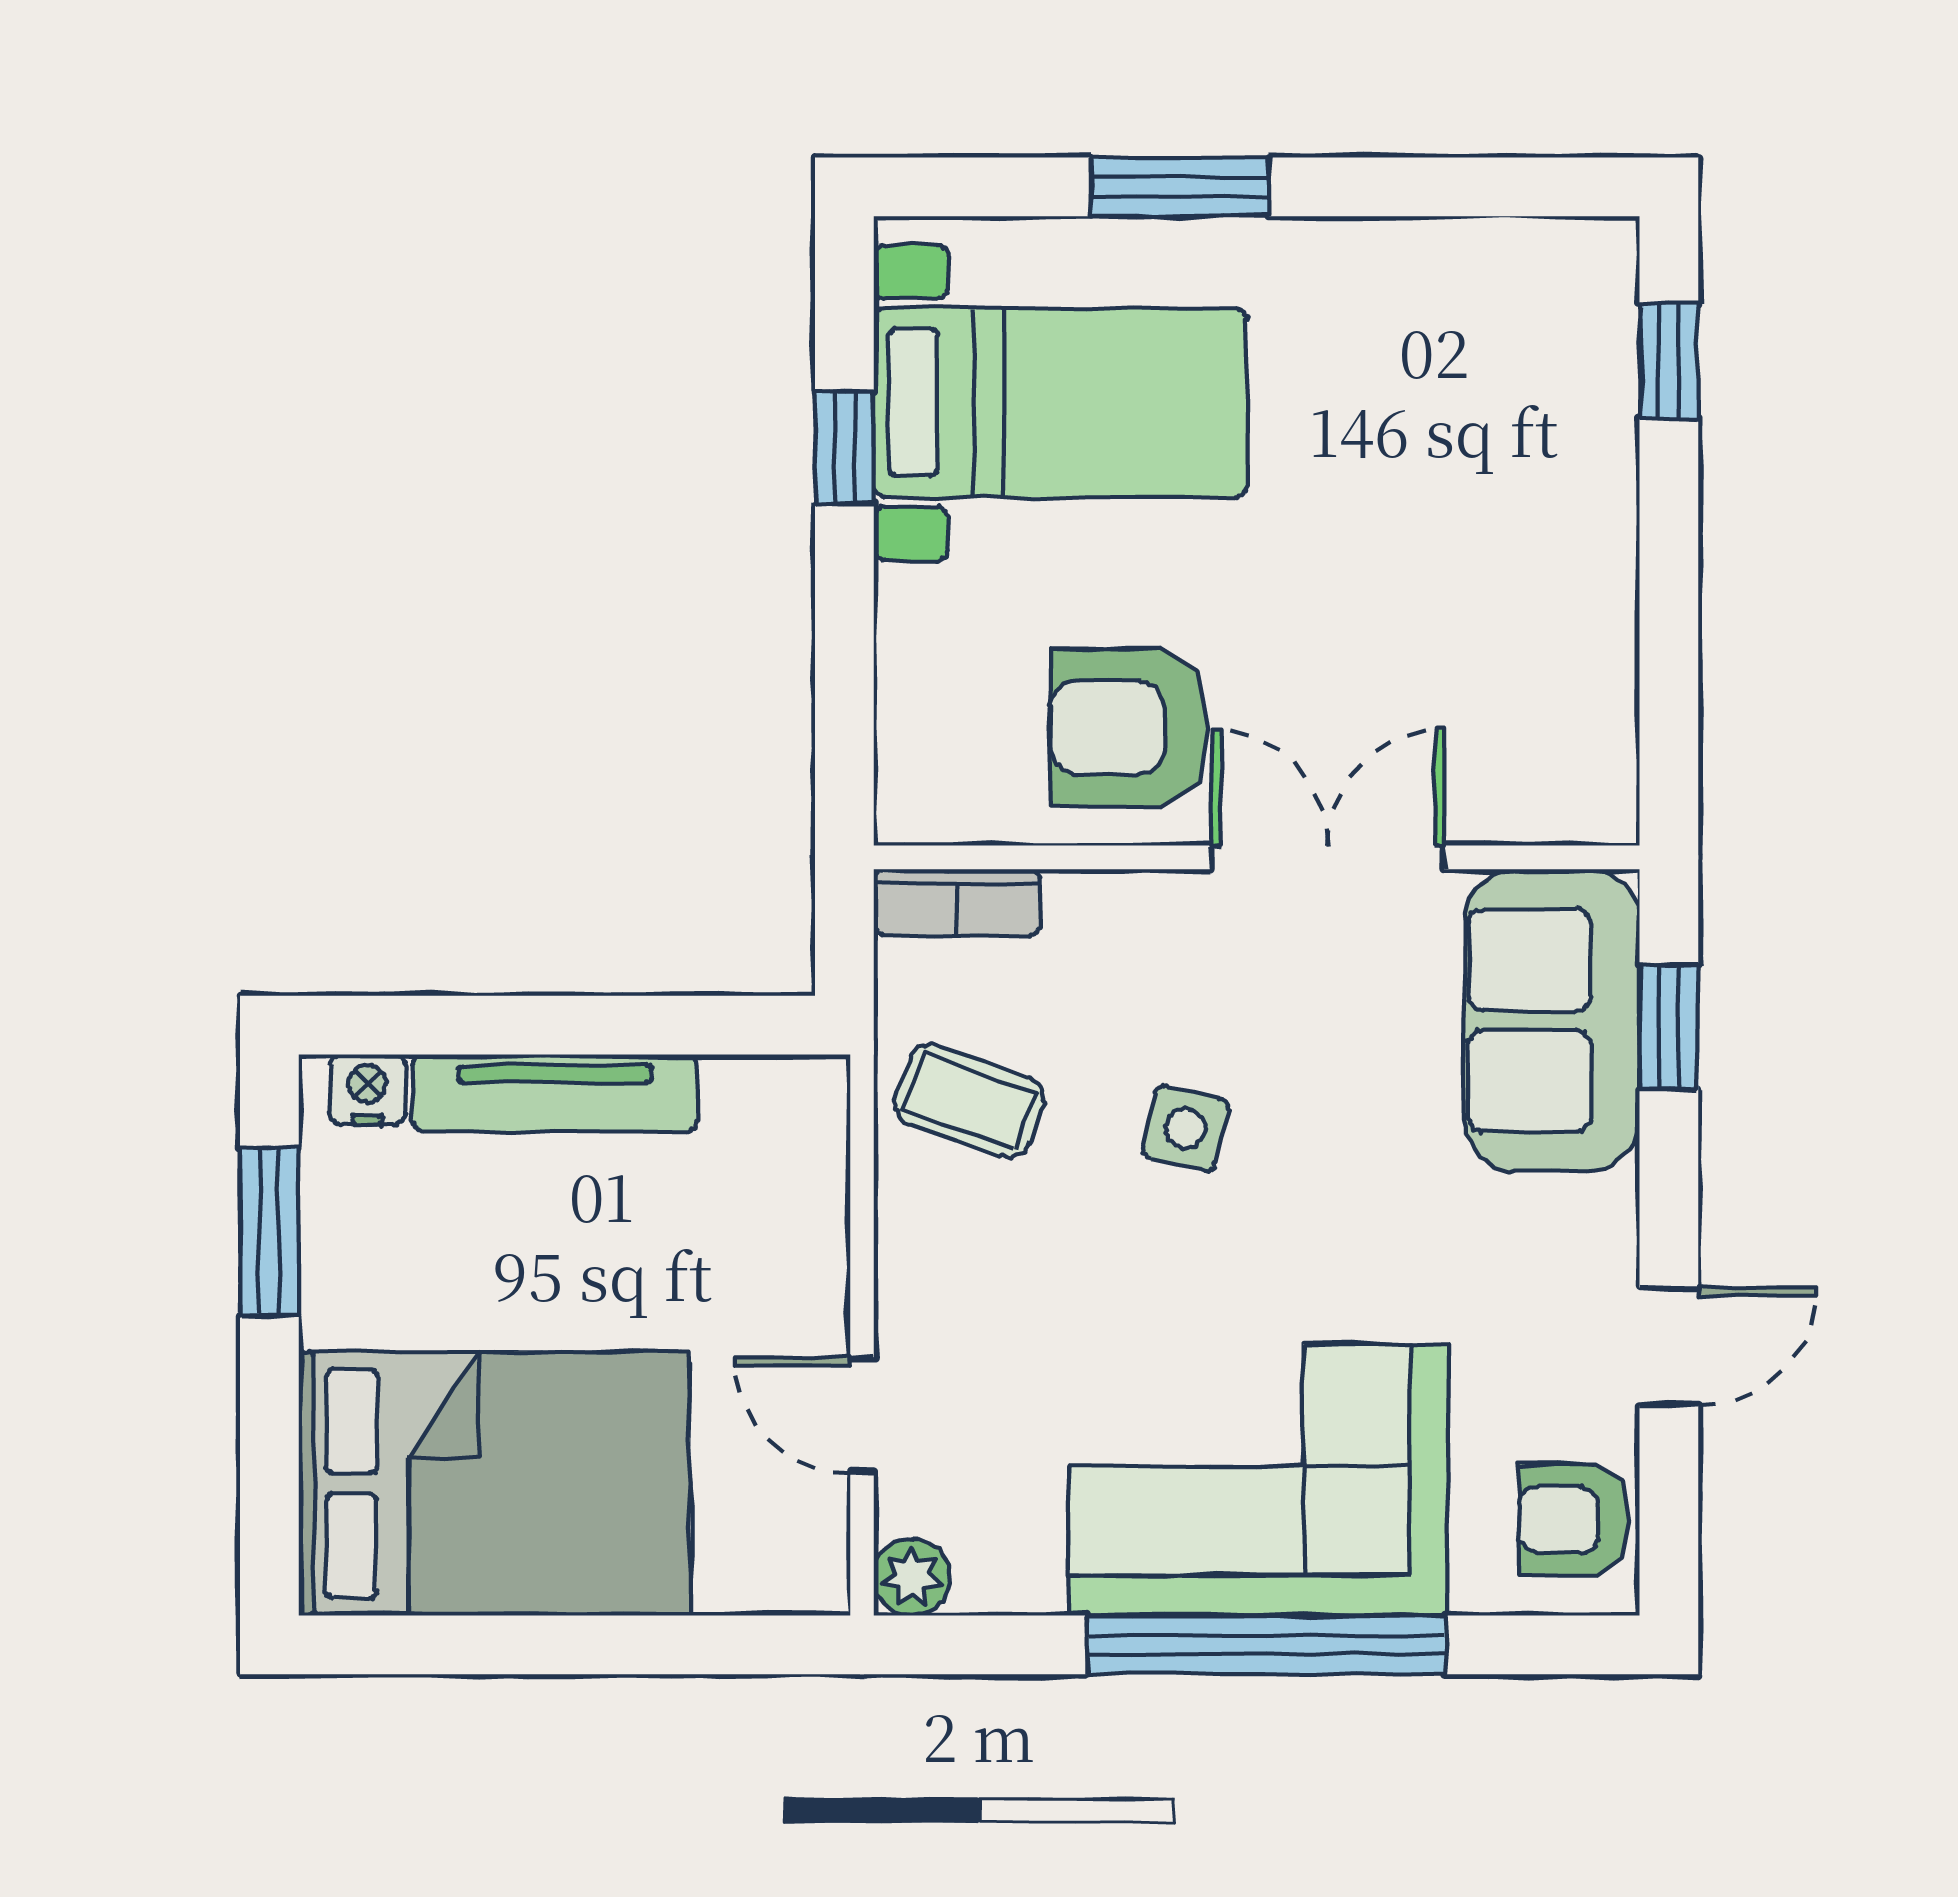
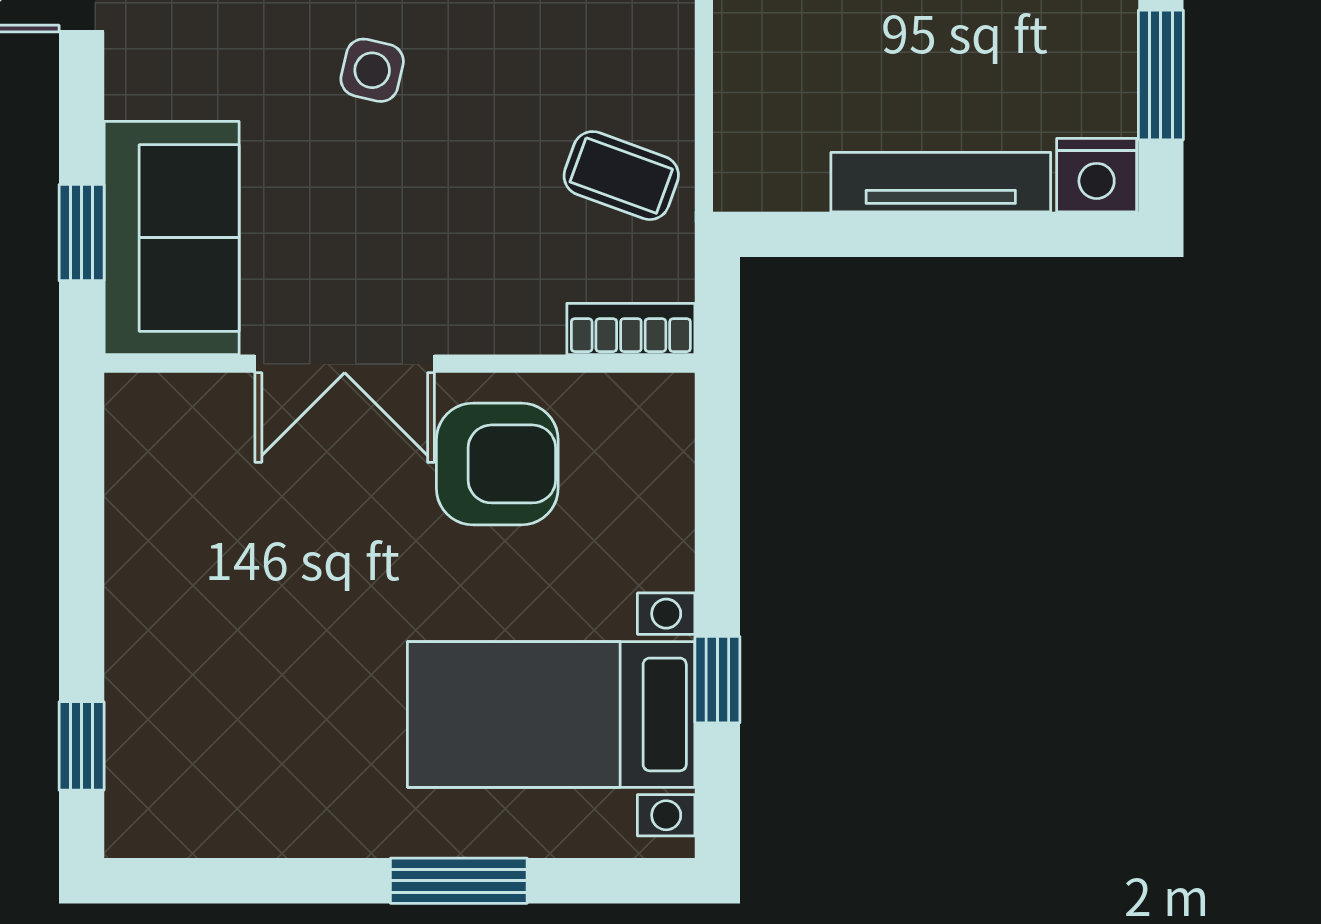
nightstand: (367, 1089) -> (1097, 175), width x1.39, depth x1.35
side table: (1185, 1128) -> (372, 70), moved

